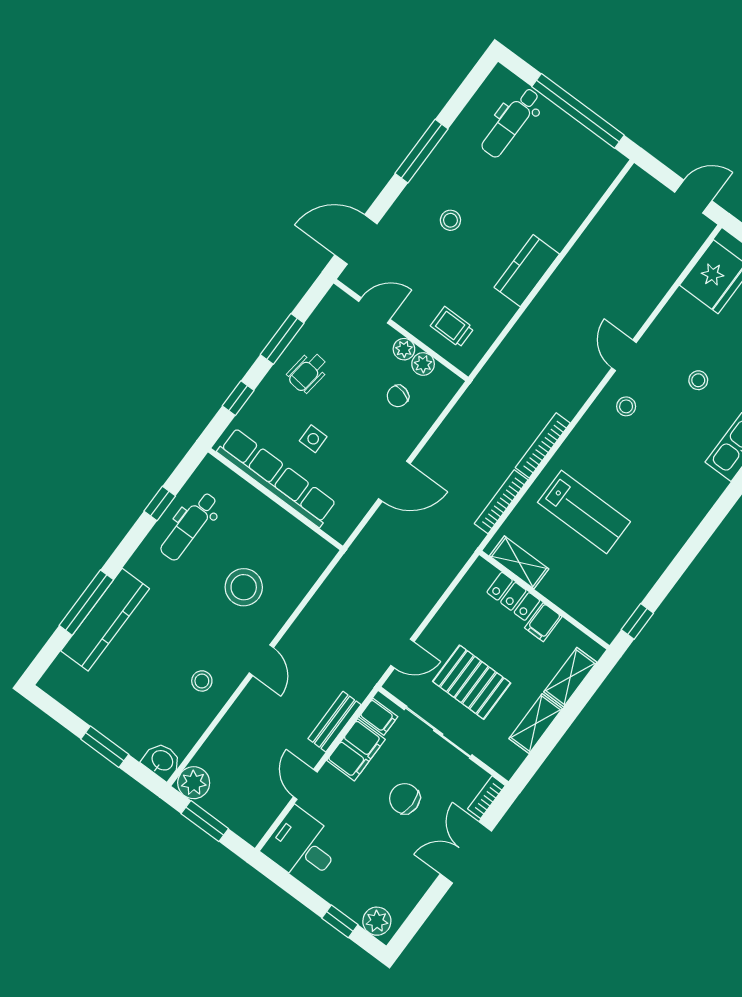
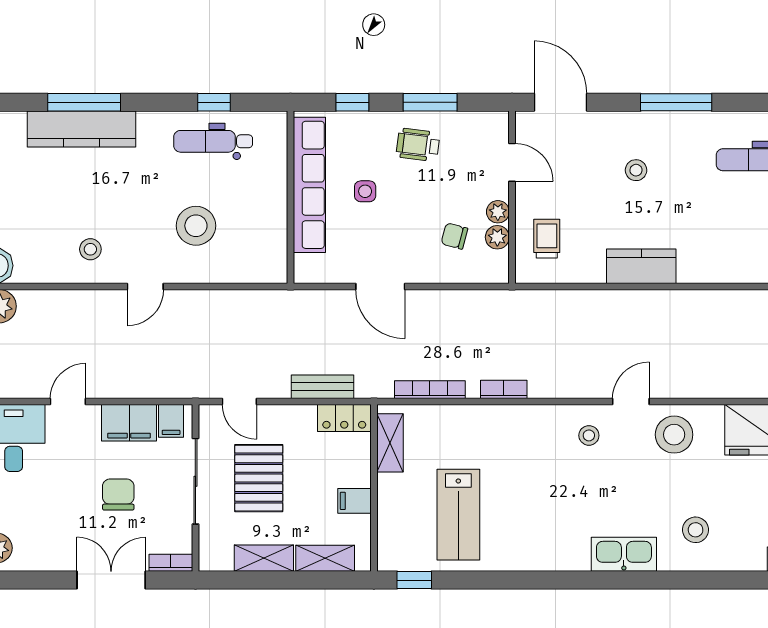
stool: (698, 380) -> (674, 435), moved, width x1.89, depth x1.89
bookcase: (543, 445) -> (504, 389), width x0.64
lab bench: (584, 512) -> (458, 515), moved
locker: (513, 596) -> (344, 418), moved, turned -90
bench: (334, 722) -> (322, 387), moved

